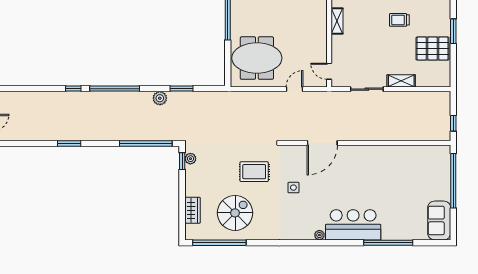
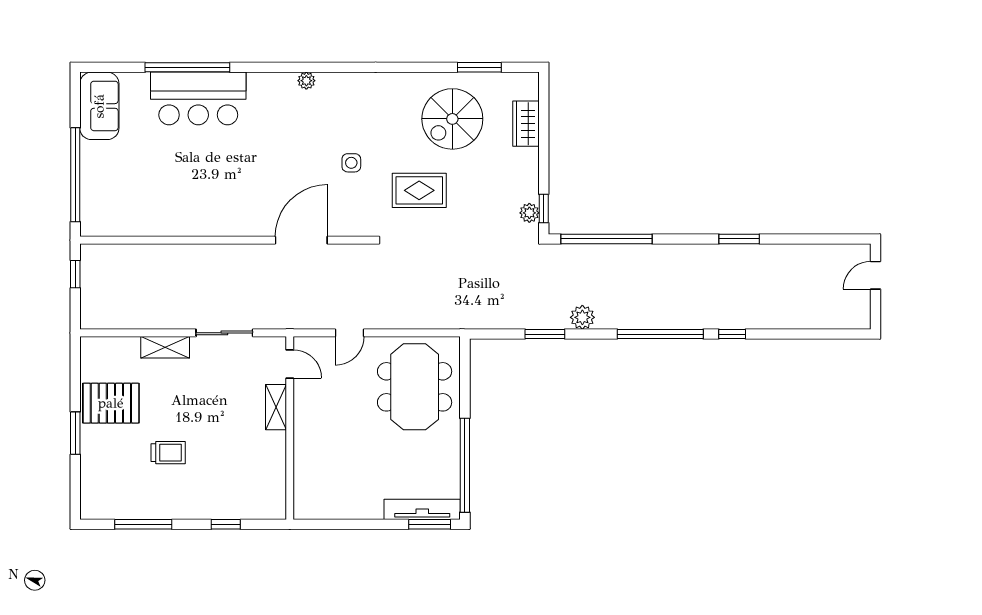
shelving: (337, 21) -> (276, 407), moved
meeting table: (257, 58) -> (415, 387), turned 90
bar counter: (353, 225) -> (198, 98), moved
window: (219, 243) -> (479, 67), width x0.47

